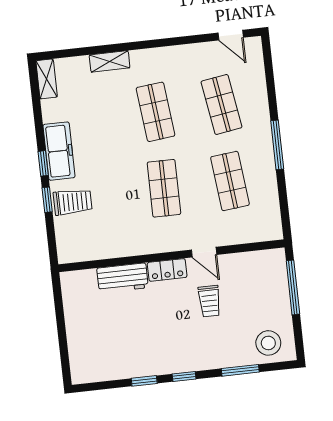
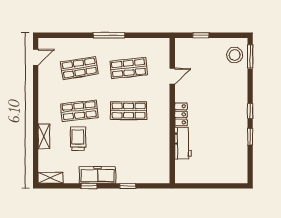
window: (43, 163) -> (89, 186), moved
trolley: (73, 202) -> (78, 139), moved
door: (204, 252) -> (172, 76), moved
window: (293, 287) -> (201, 35), width x0.46
trolley: (209, 301) -> (204, 90), removed
window: (240, 370) -> (250, 56), moved

